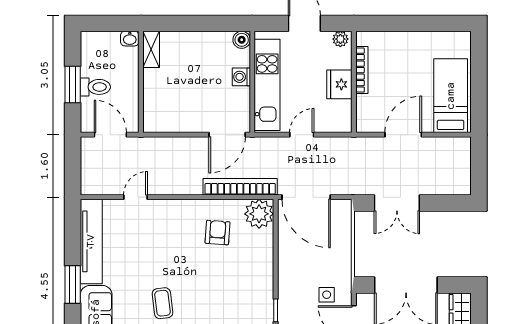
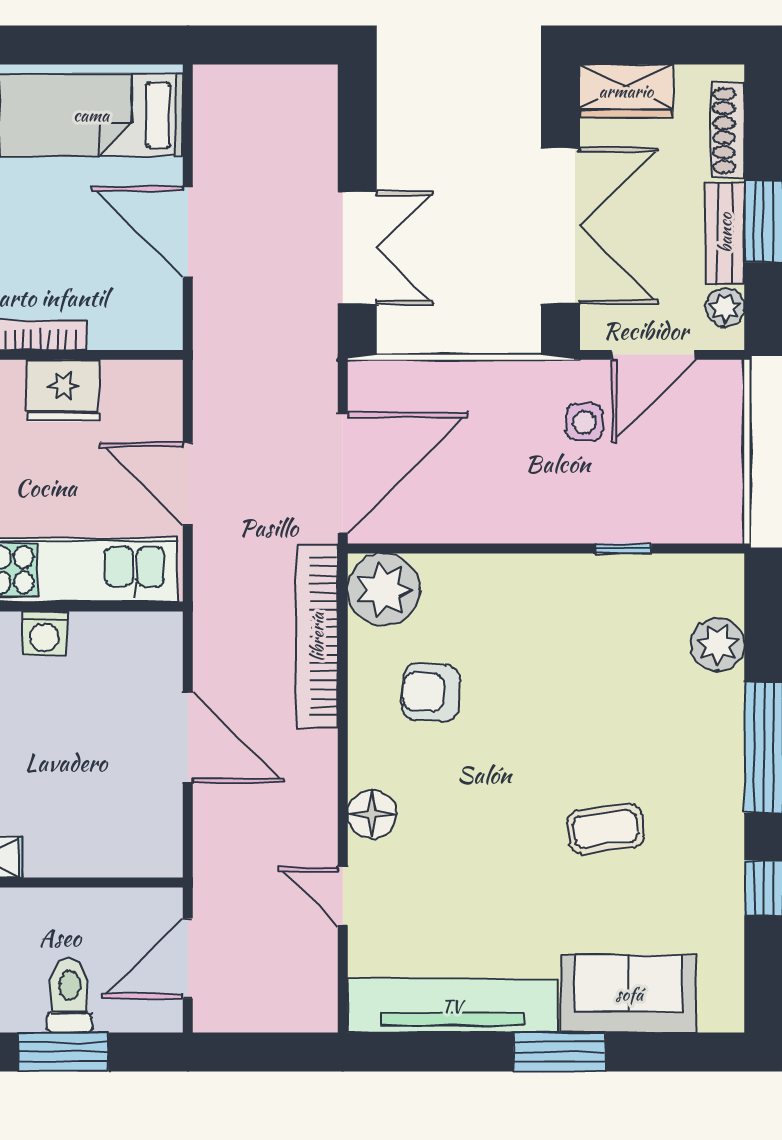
door: (227, 135) -> (188, 737), moved
door: (302, 135) -> (188, 484), width x1.38
floor lamp: (169, 209) -> (372, 814), added

